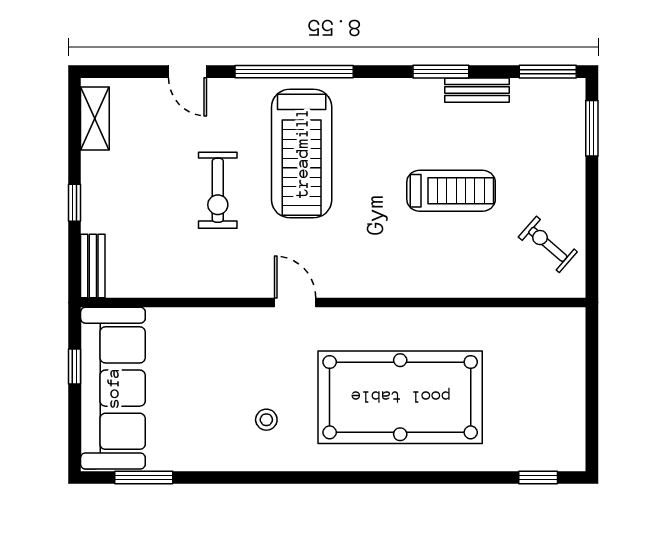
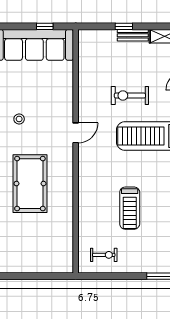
exercise bike: (548, 244) -> (104, 255), turned 49
bench: (93, 266) -> (133, 35), moved
pool table: (400, 397) -> (30, 184), width x0.73, depth x0.76

